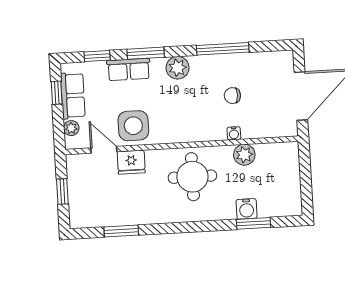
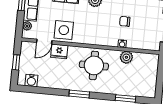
door: (104, 150) -> (44, 42), swing flipped
water cooler: (247, 209) -> (31, 80), moved
window: (121, 231) -> (79, 94), moved

